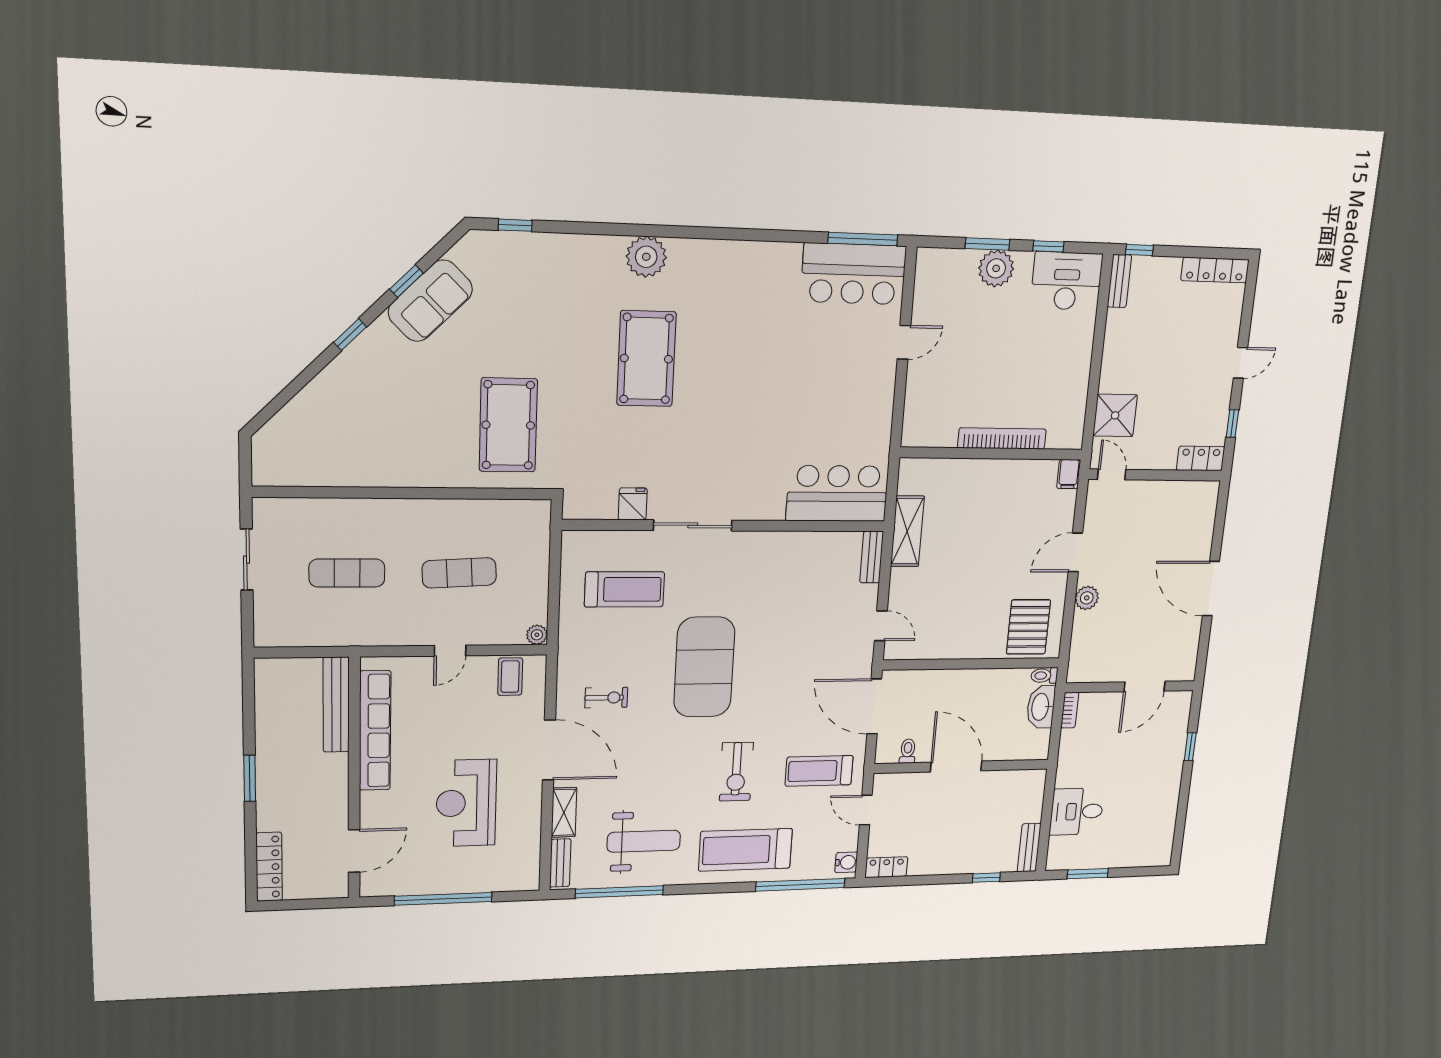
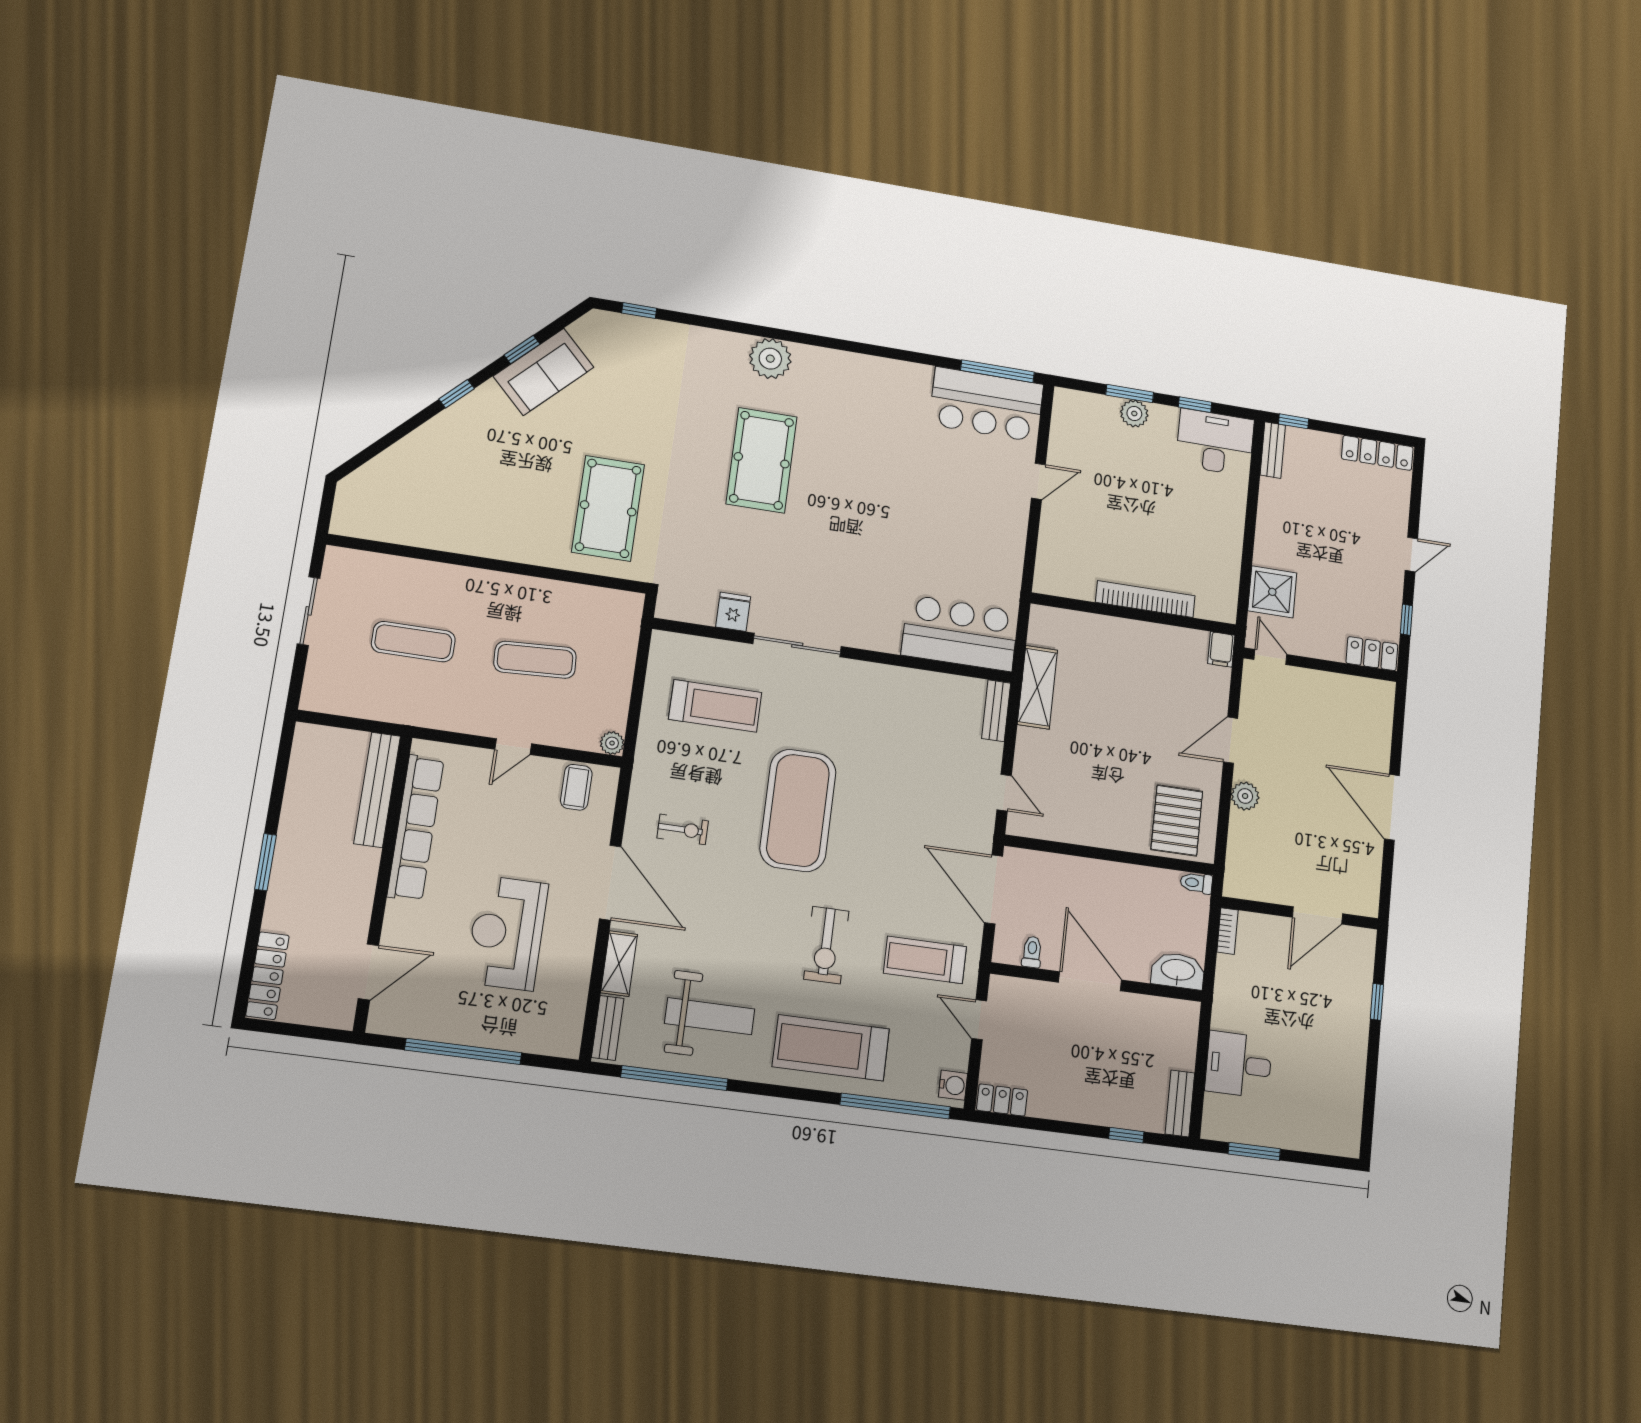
plant: (996, 268) -> (1134, 413), width x0.73, depth x0.73
washbasin: (1041, 707) -> (1178, 971), moved, turned 90

